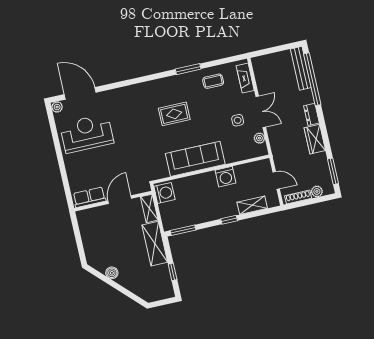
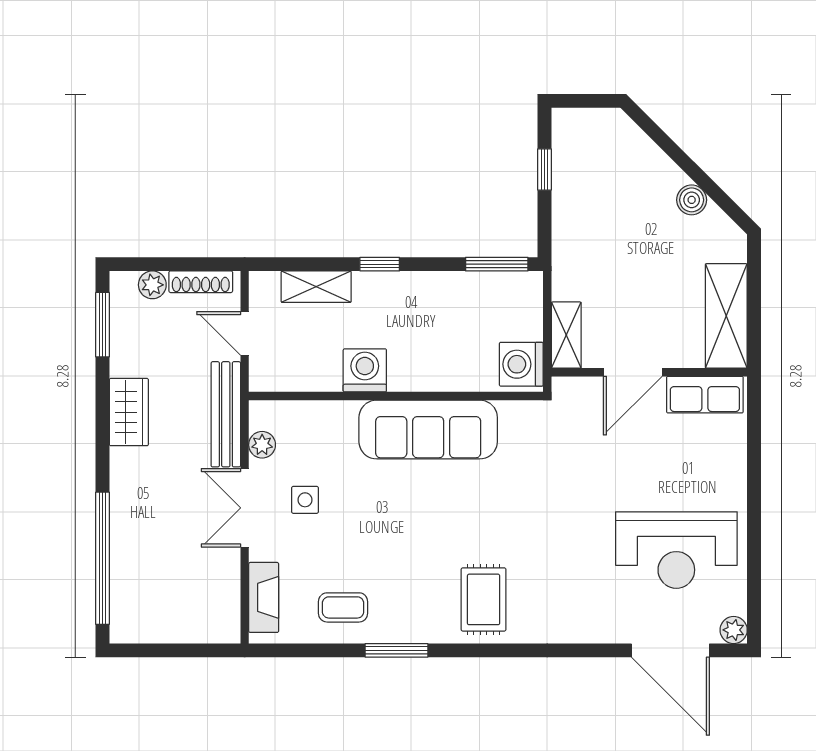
bench: (301, 68) -> (226, 414), moved
rug: (174, 114) -> (484, 599), moved, turned 90
dresser: (311, 114) -> (124, 474), removed
shelving: (155, 244) -> (726, 316), moved

